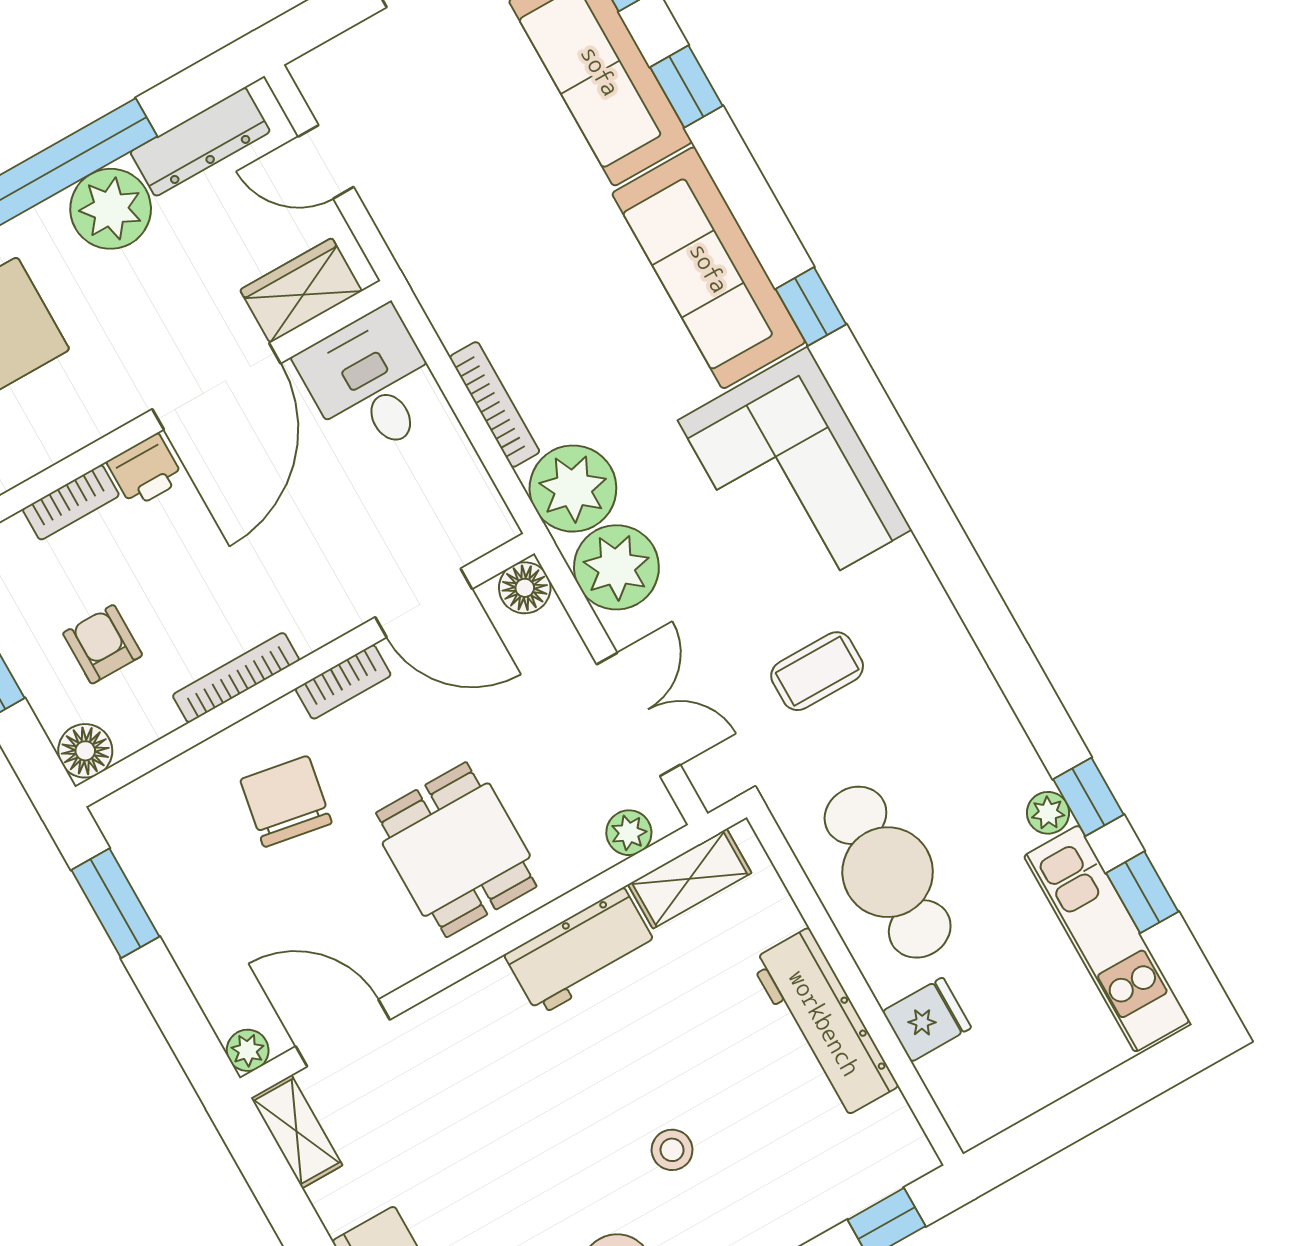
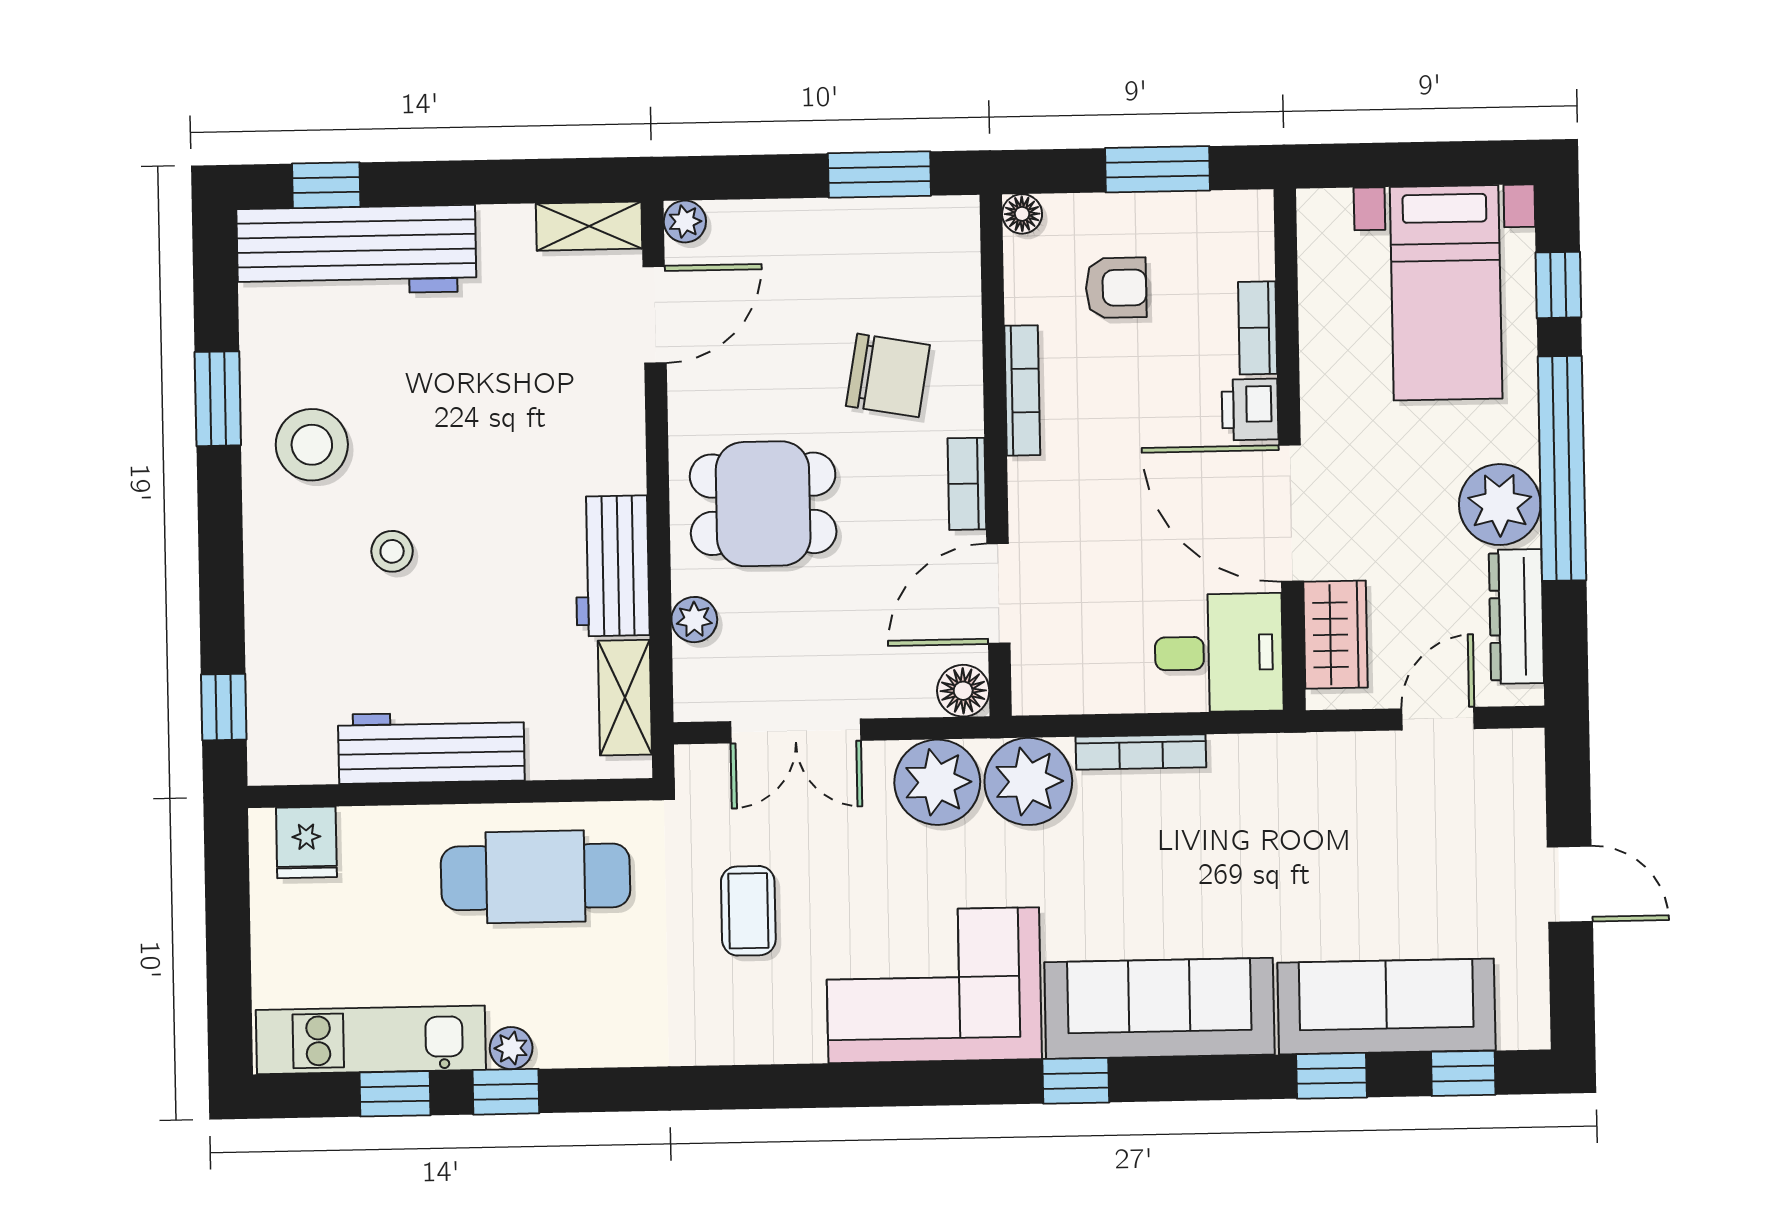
floor lamp: (85, 751) -> (1022, 214), width x0.73, depth x0.73
plant: (629, 833) -> (694, 620), moved
fridge: (927, 1020) -> (306, 842), moved

